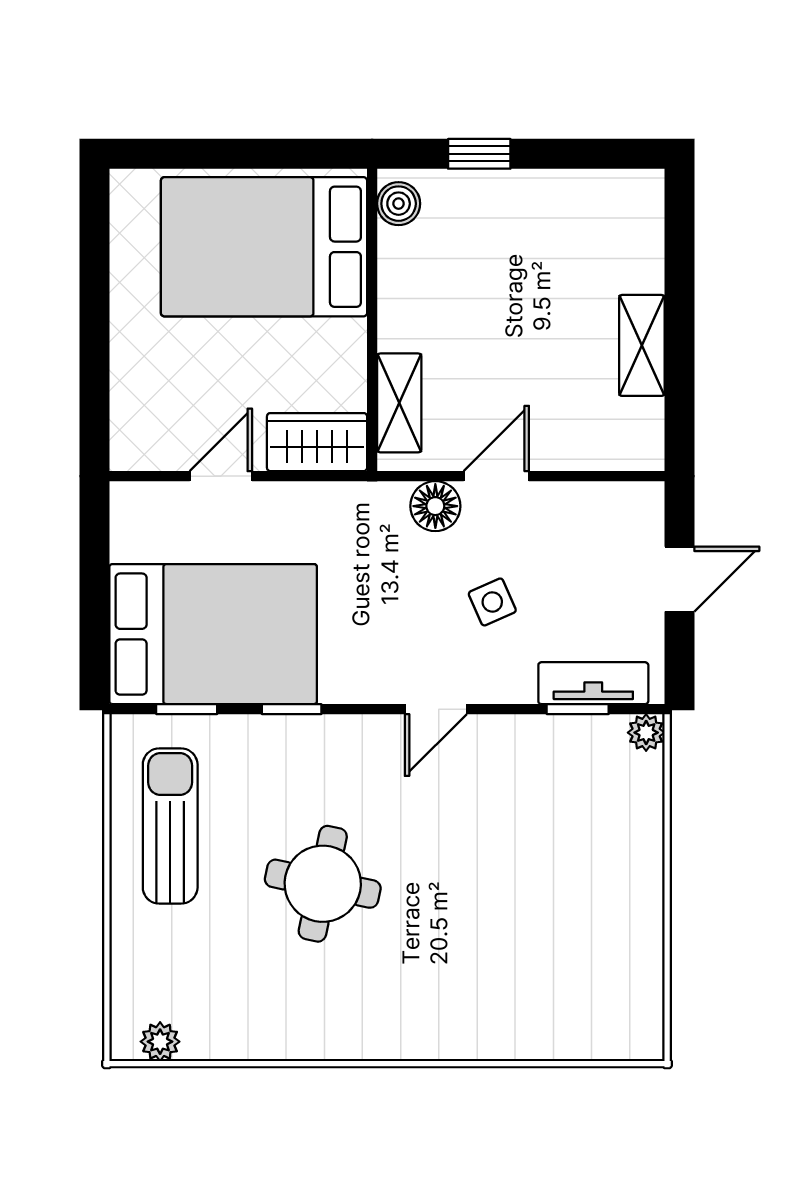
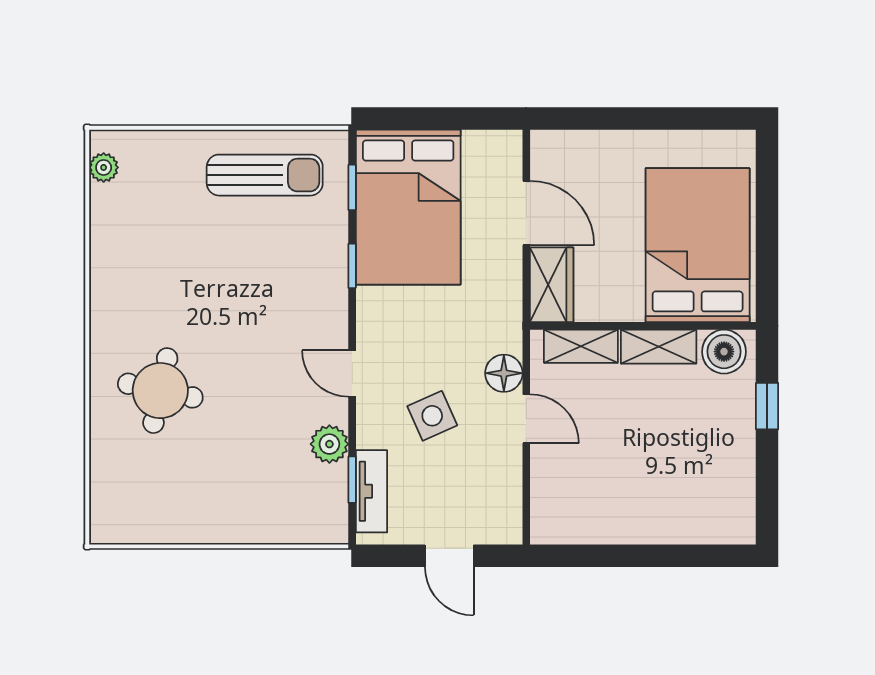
boiler: (399, 204) -> (724, 352), width x1.36, depth x1.36
shelving: (642, 345) -> (659, 347), moved
door: (221, 476) -> (526, 213), width x1.38
side table: (492, 602) -> (432, 416), width x1.37, depth x1.37
plant: (646, 733) -> (329, 444), moved, width x1.38, depth x1.38
round table: (323, 884) -> (160, 391), moved

